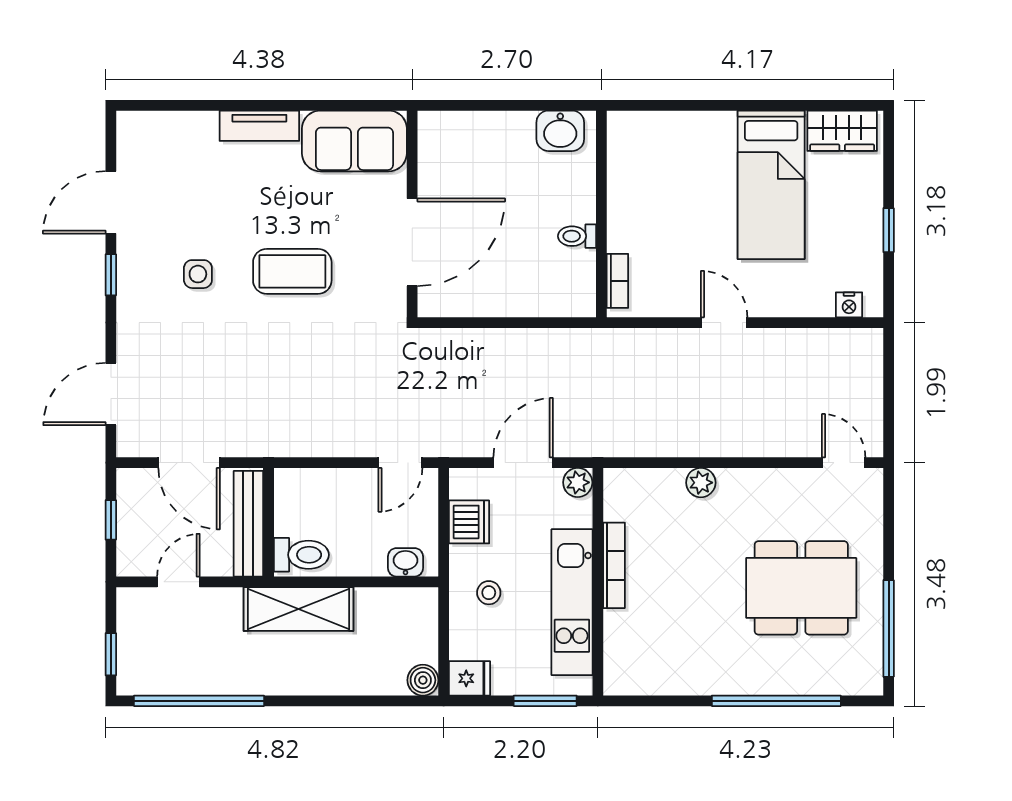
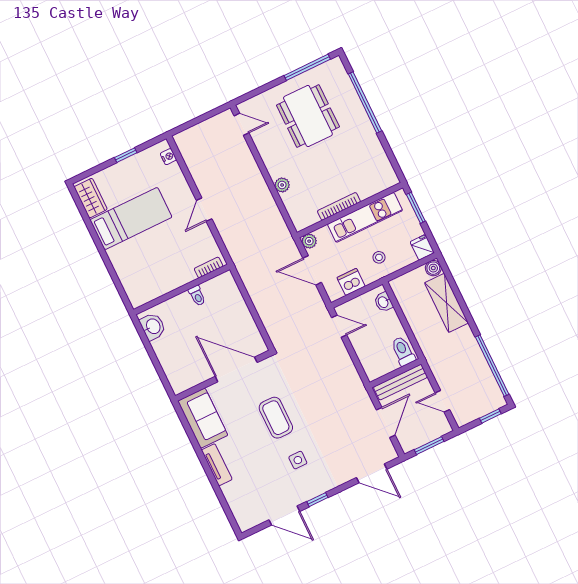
door: (844, 463) -> (242, 124), swing flipped
window: (111, 520) -> (429, 446), width x1.50
shelving: (299, 609) -> (446, 303), moved

